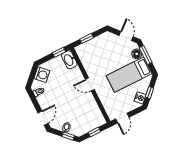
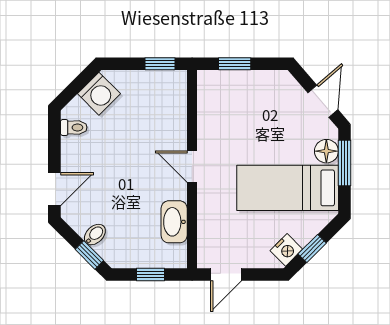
washbasin: (69, 60) -> (174, 222), moved

